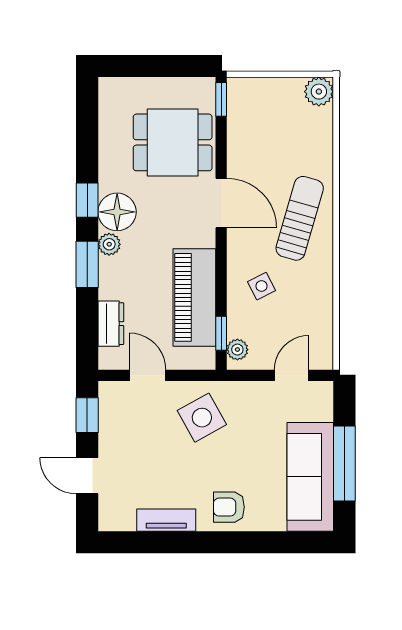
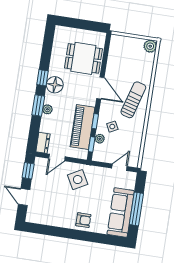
window: (221, 99) -> (95, 121), moved
plant: (109, 244) -> (47, 109), moved
dresser: (111, 324) -> (43, 143), moved
plant: (237, 350) -> (100, 139), moved
door: (147, 375) -> (57, 158), swing flipped
armchair: (229, 507) -> (83, 220), turned 180
tv unit: (166, 520) -> (55, 222), removed

